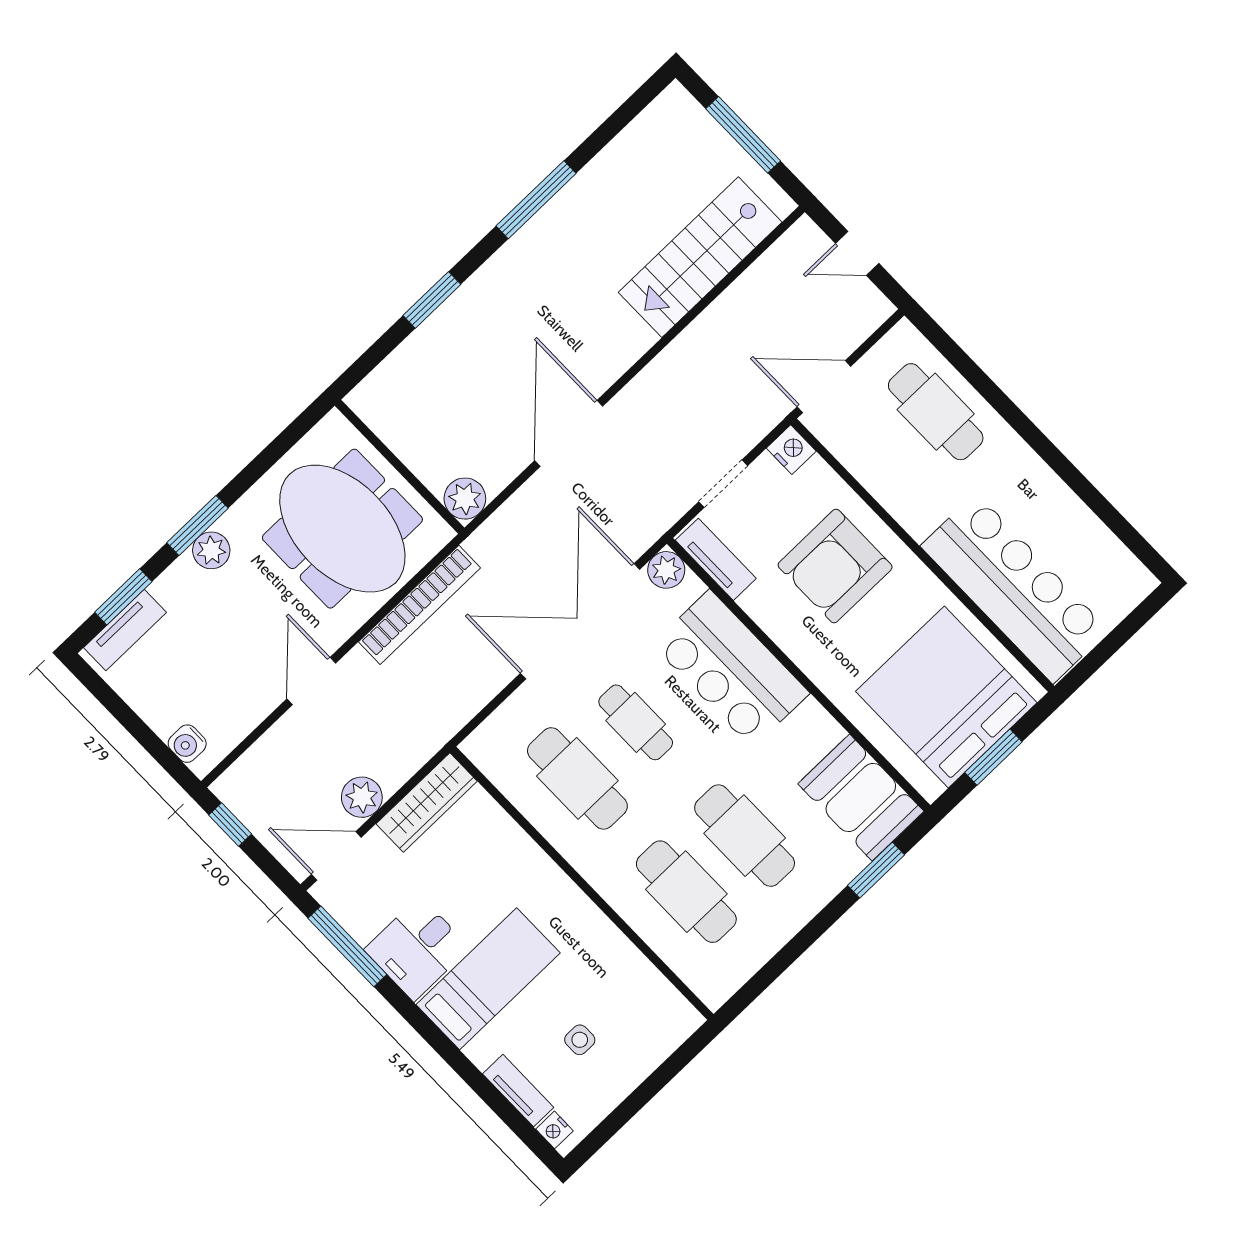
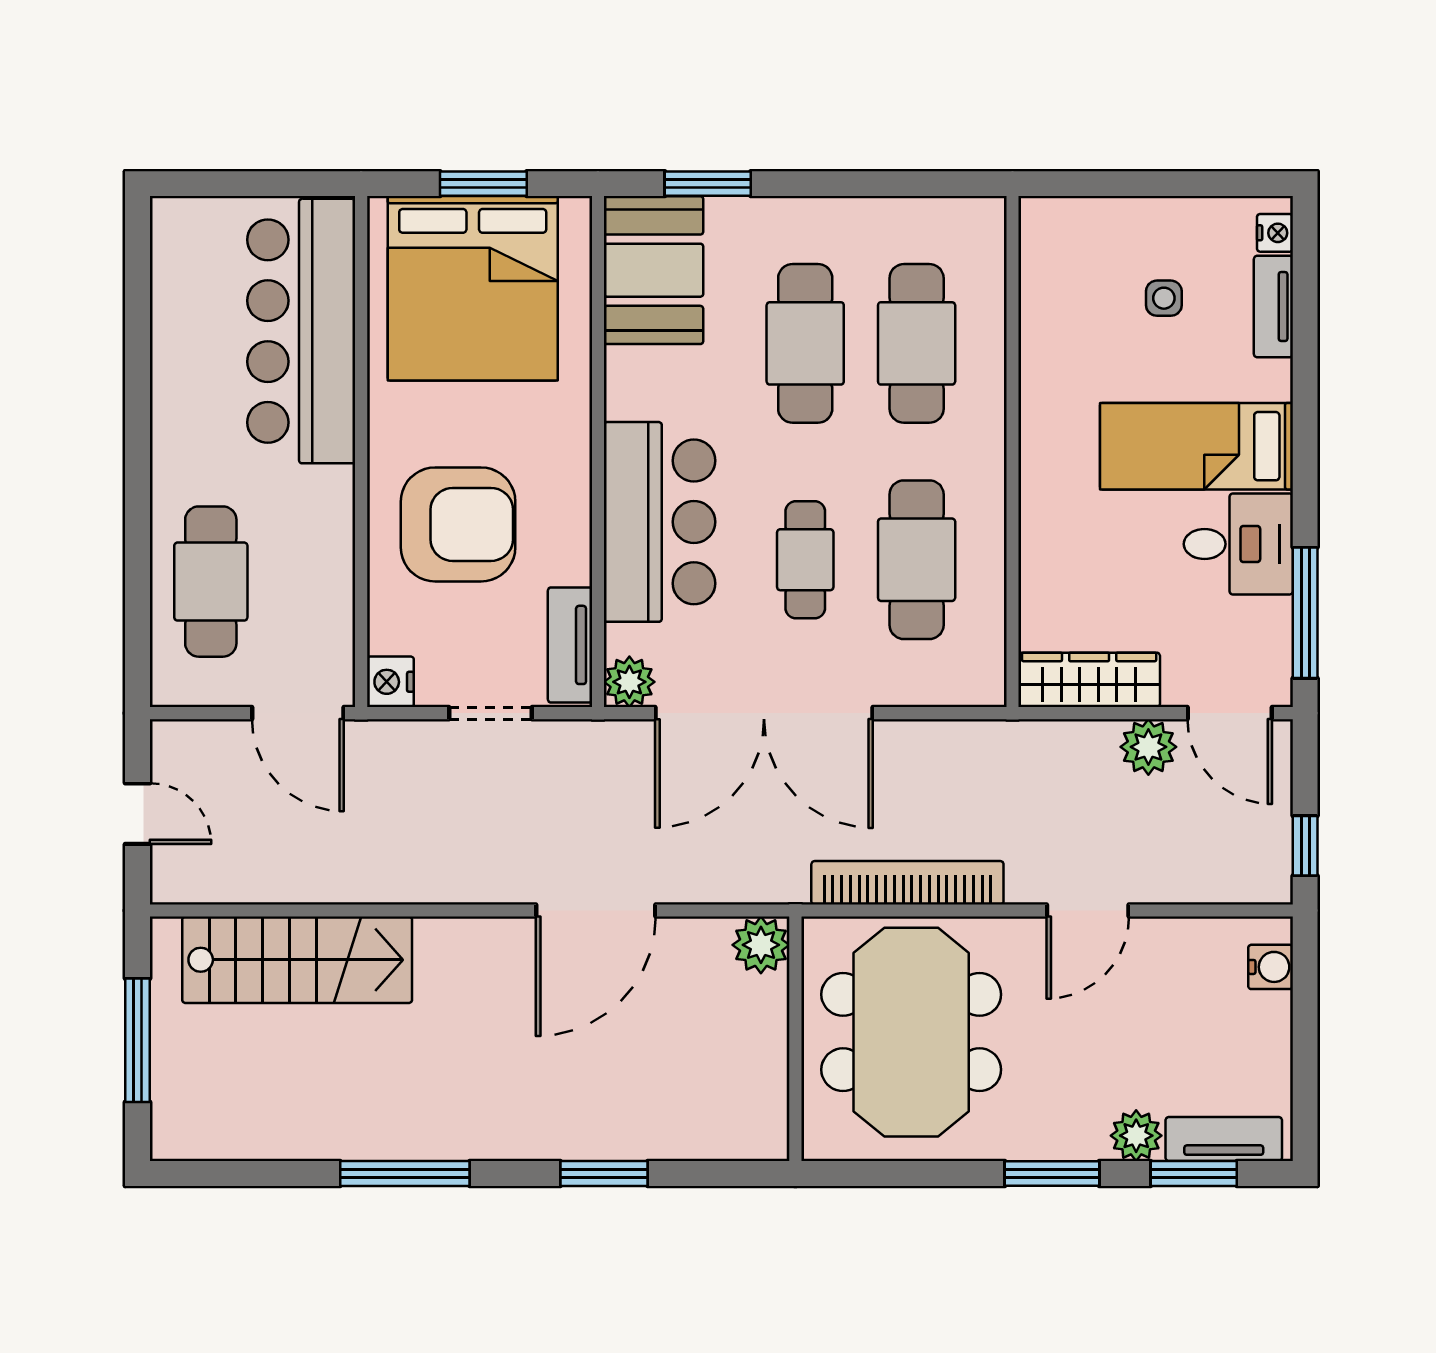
plant: (211, 550) -> (1136, 1136), moved

